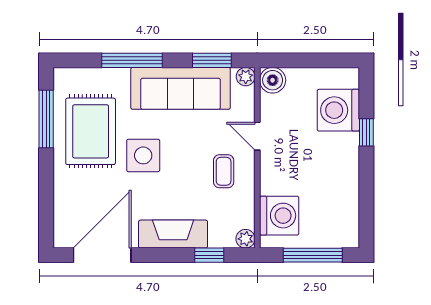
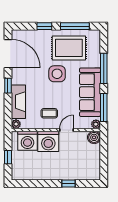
window: (212, 60) -> (104, 108), width x1.44
washing machine: (338, 110) -> (48, 141), moved, turned 180
window: (46, 181) -> (44, 26), added
fireplace: (173, 234) -> (18, 102), moved
window: (209, 255) -> (8, 86), moved
window: (313, 255) -> (8, 157), width x0.46

